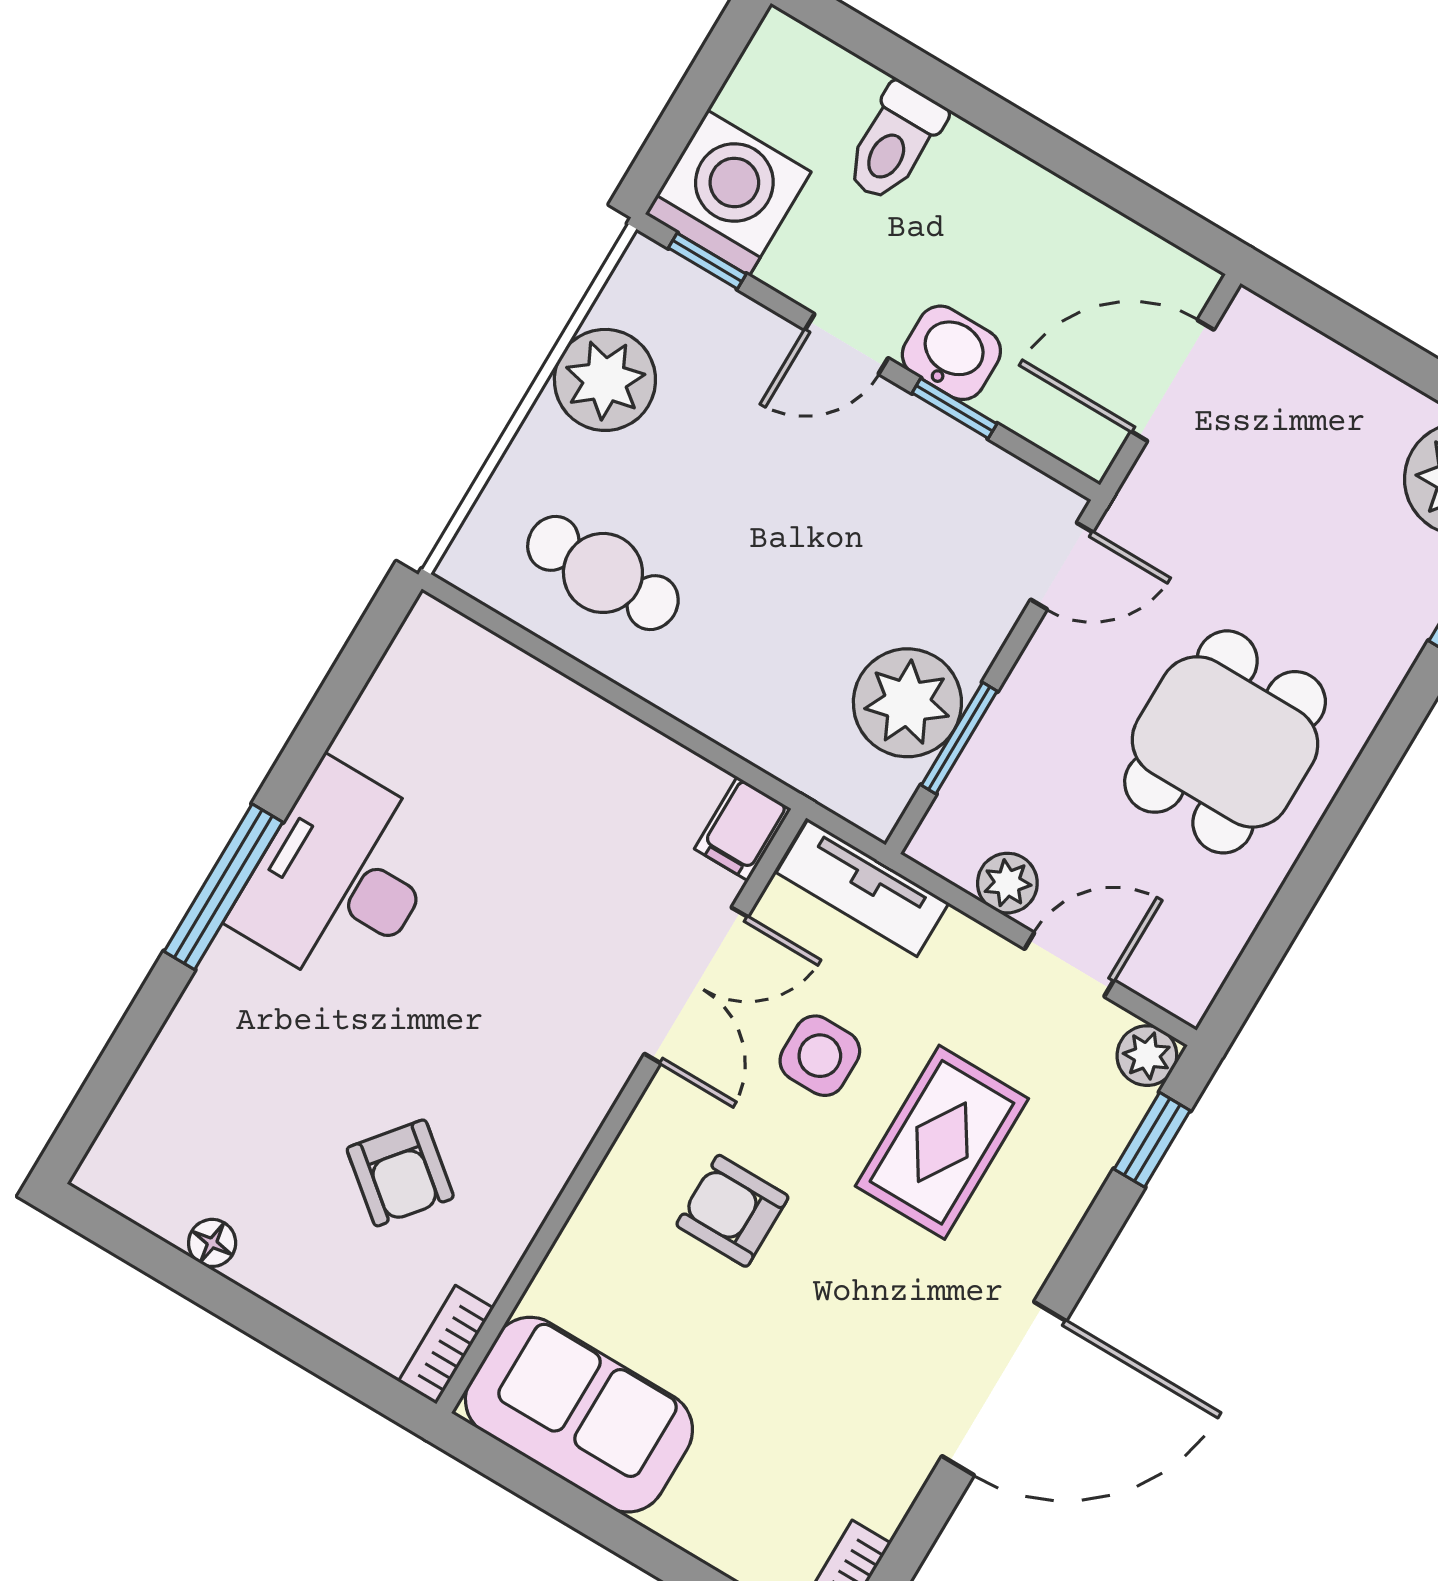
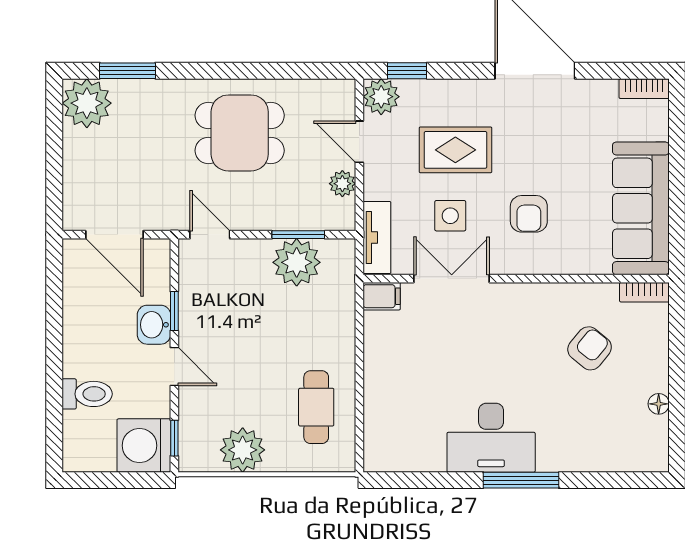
plant: (1147, 1056) -> (381, 97), width x1.38, depth x1.38
sofa: (579, 1415) -> (641, 208), width x1.36

